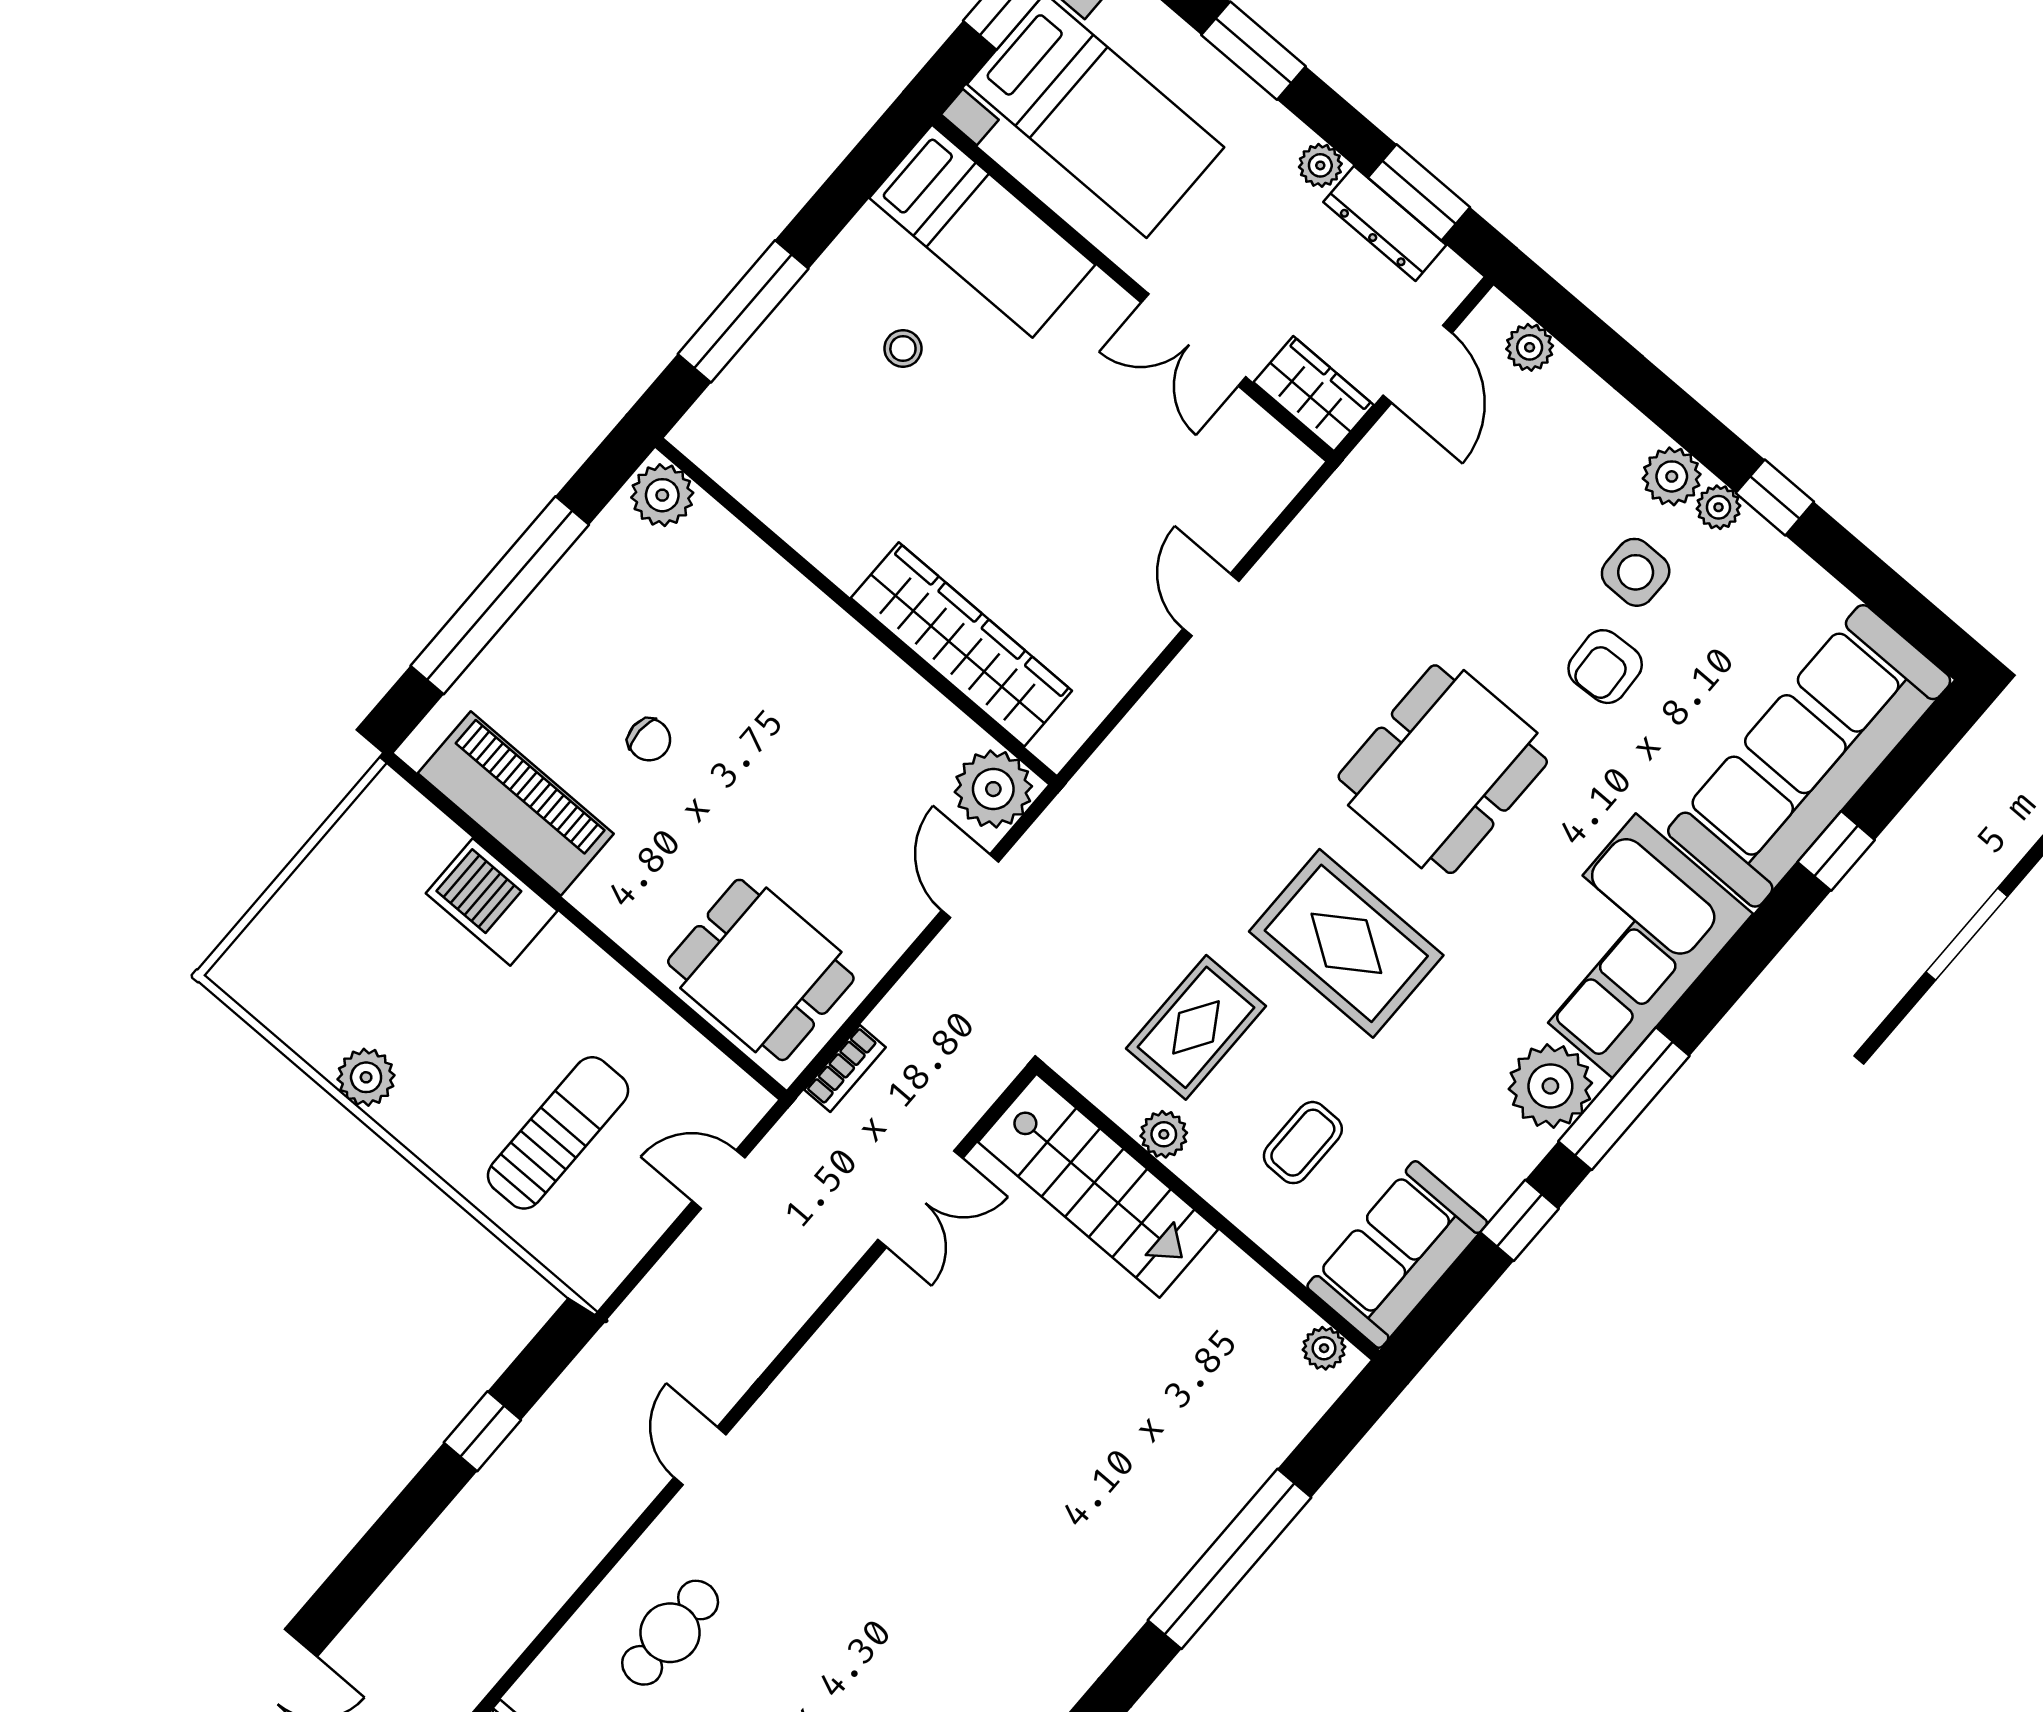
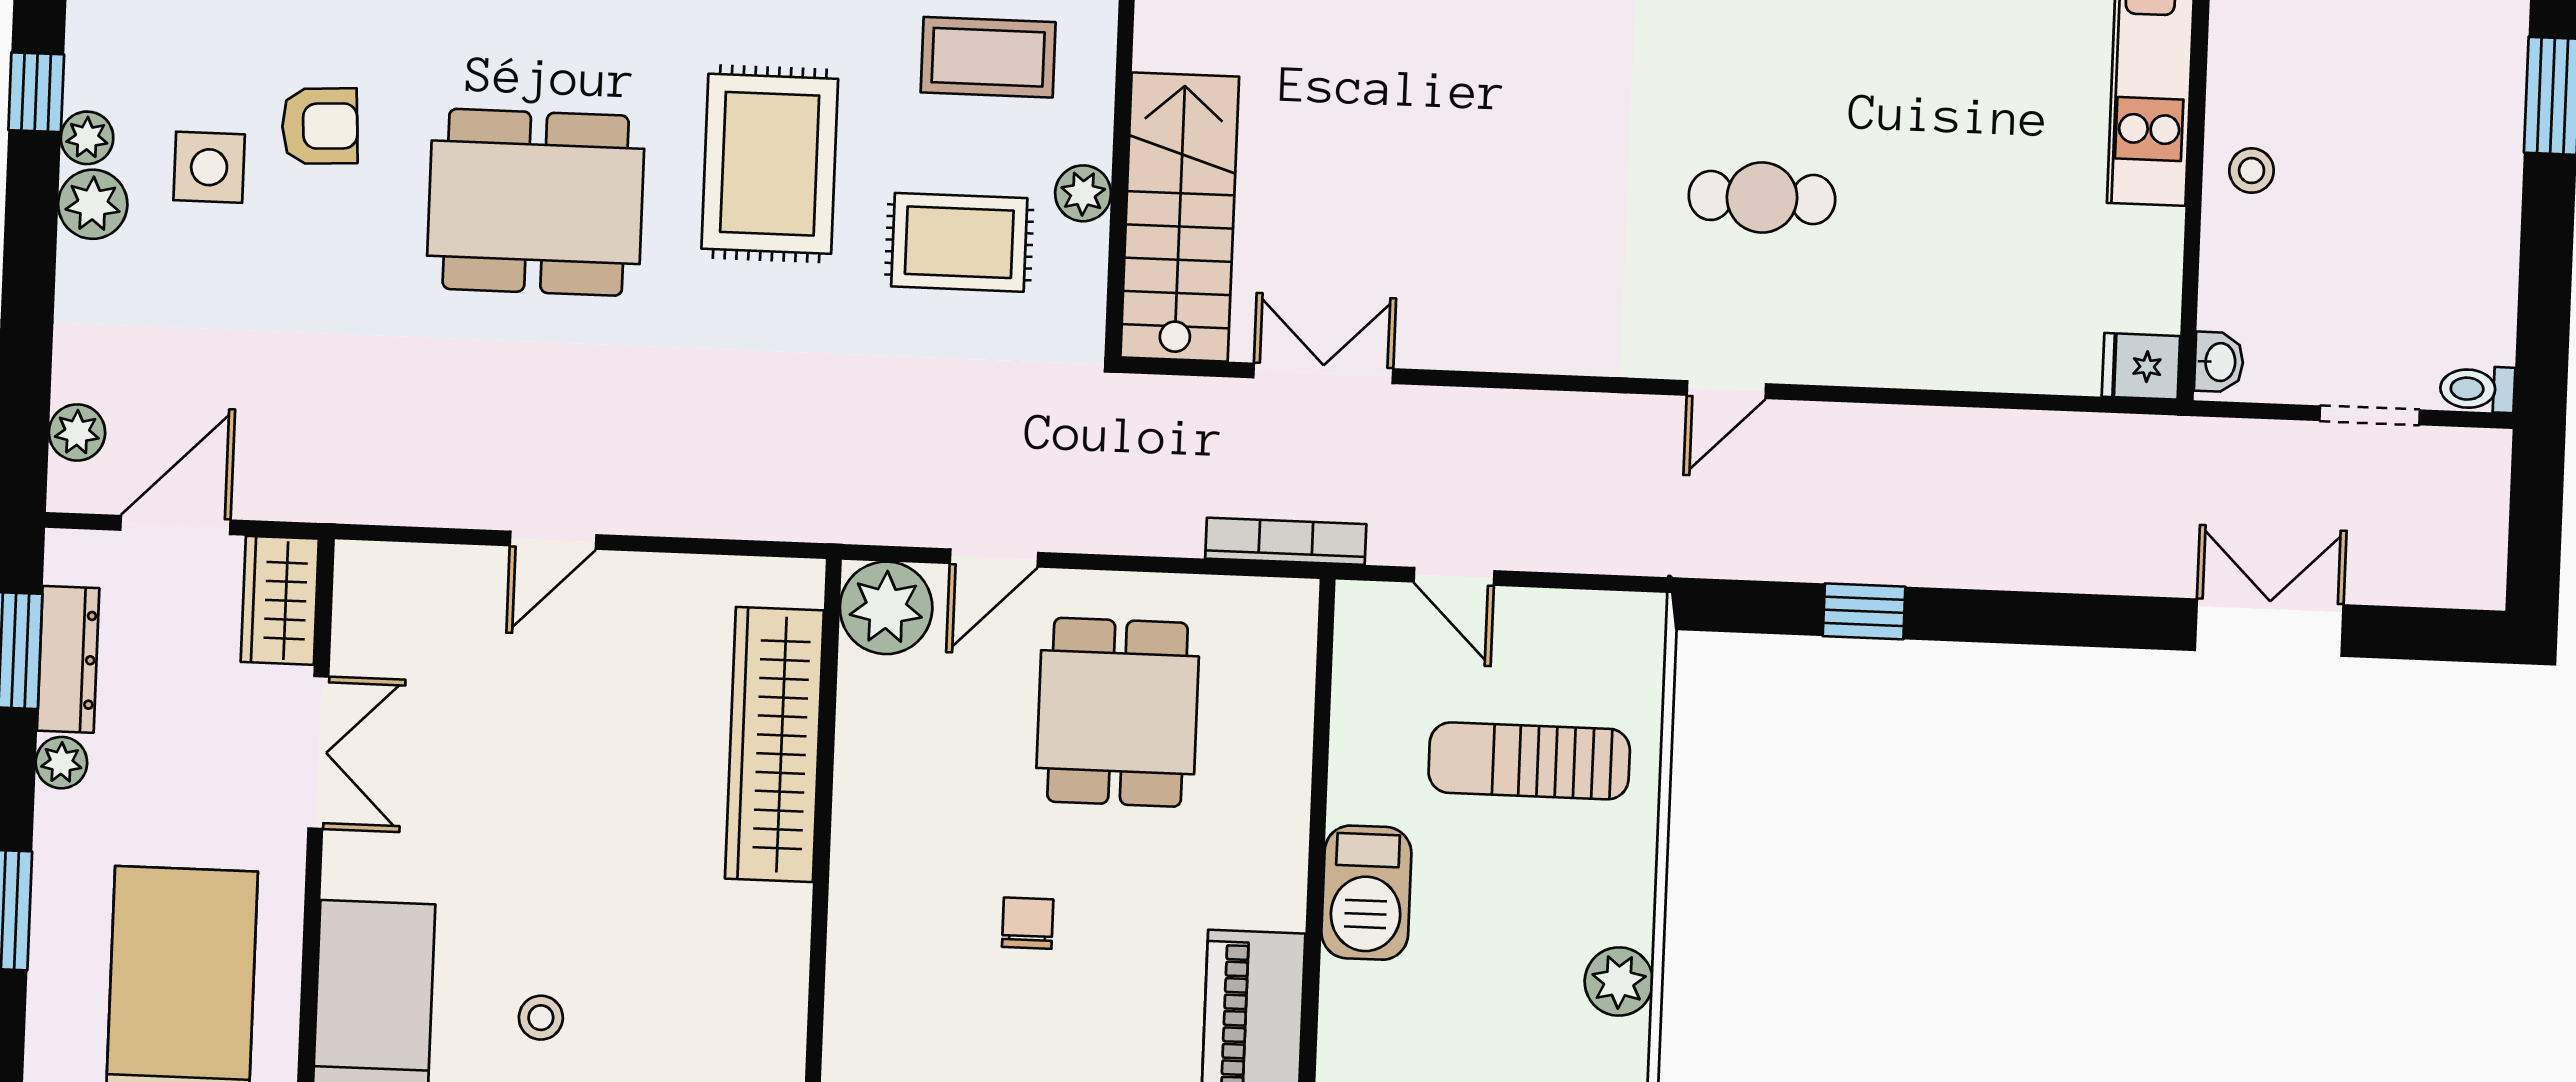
chair: (649, 740) -> (1028, 923), moved
barbecue: (492, 902) -> (1366, 893), moved
dining table: (761, 970) -> (1118, 712), moved
bookcase: (845, 1069) -> (1286, 541), width x1.56
coffee table: (1303, 1143) -> (988, 57), width x1.36, depth x1.30
cafe table: (670, 1633) -> (1762, 197), moved

